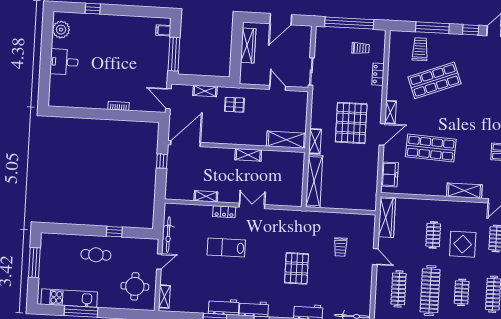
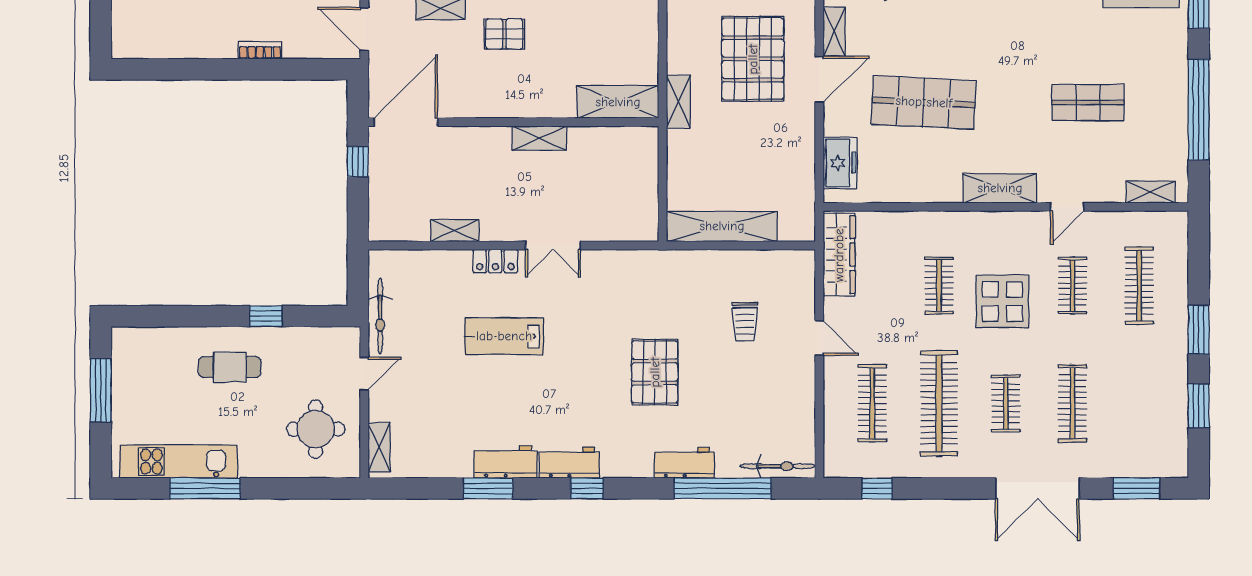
shelving: (314, 181) -> (722, 226), moved, turned 90
double door: (252, 206) -> (553, 245), swing flipped

